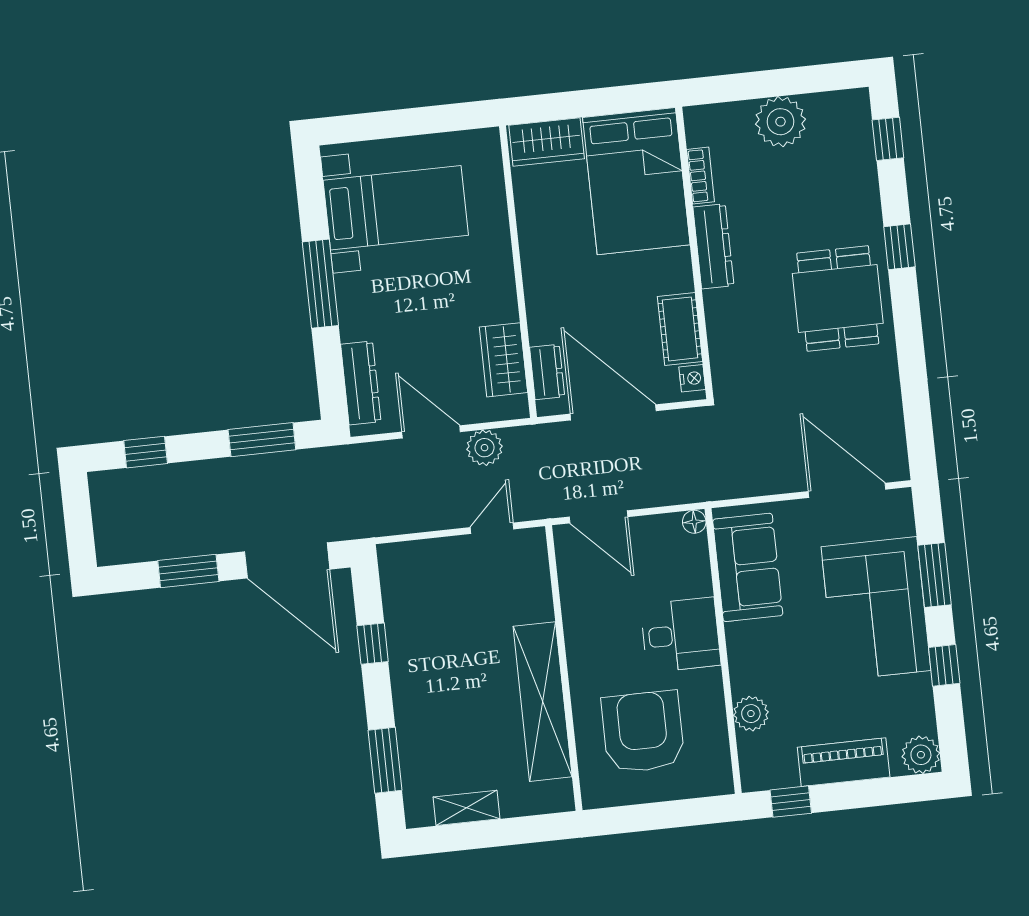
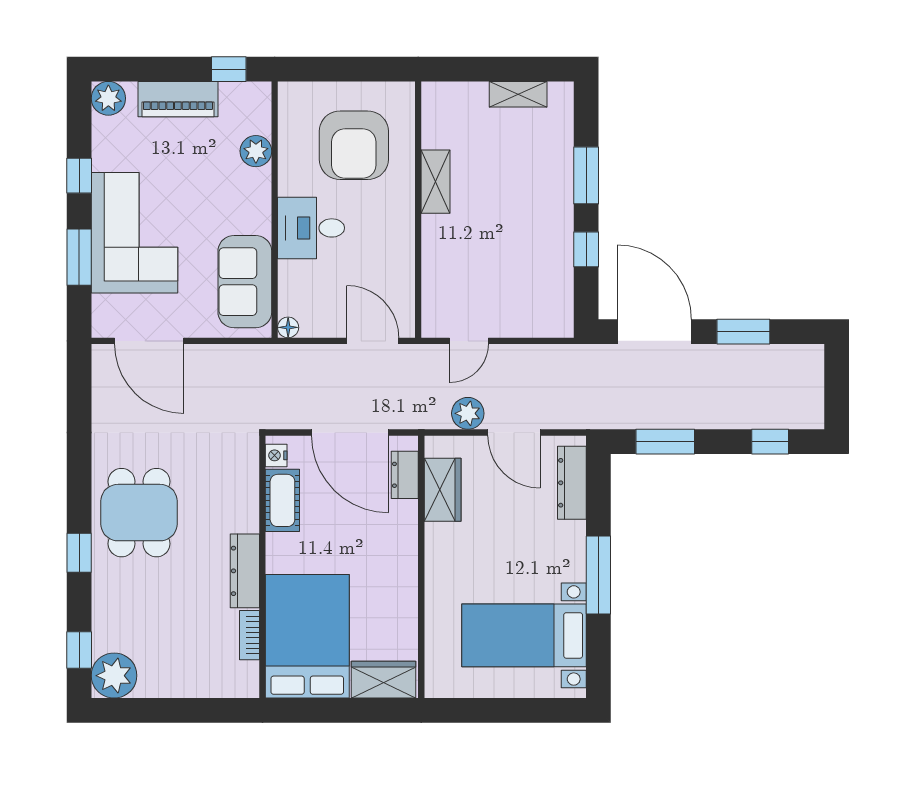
plant: (780, 122) -> (114, 676), moved
shelving: (543, 702) -> (436, 182), width x0.45, depth x0.75
window: (385, 760) -> (586, 175), moved

